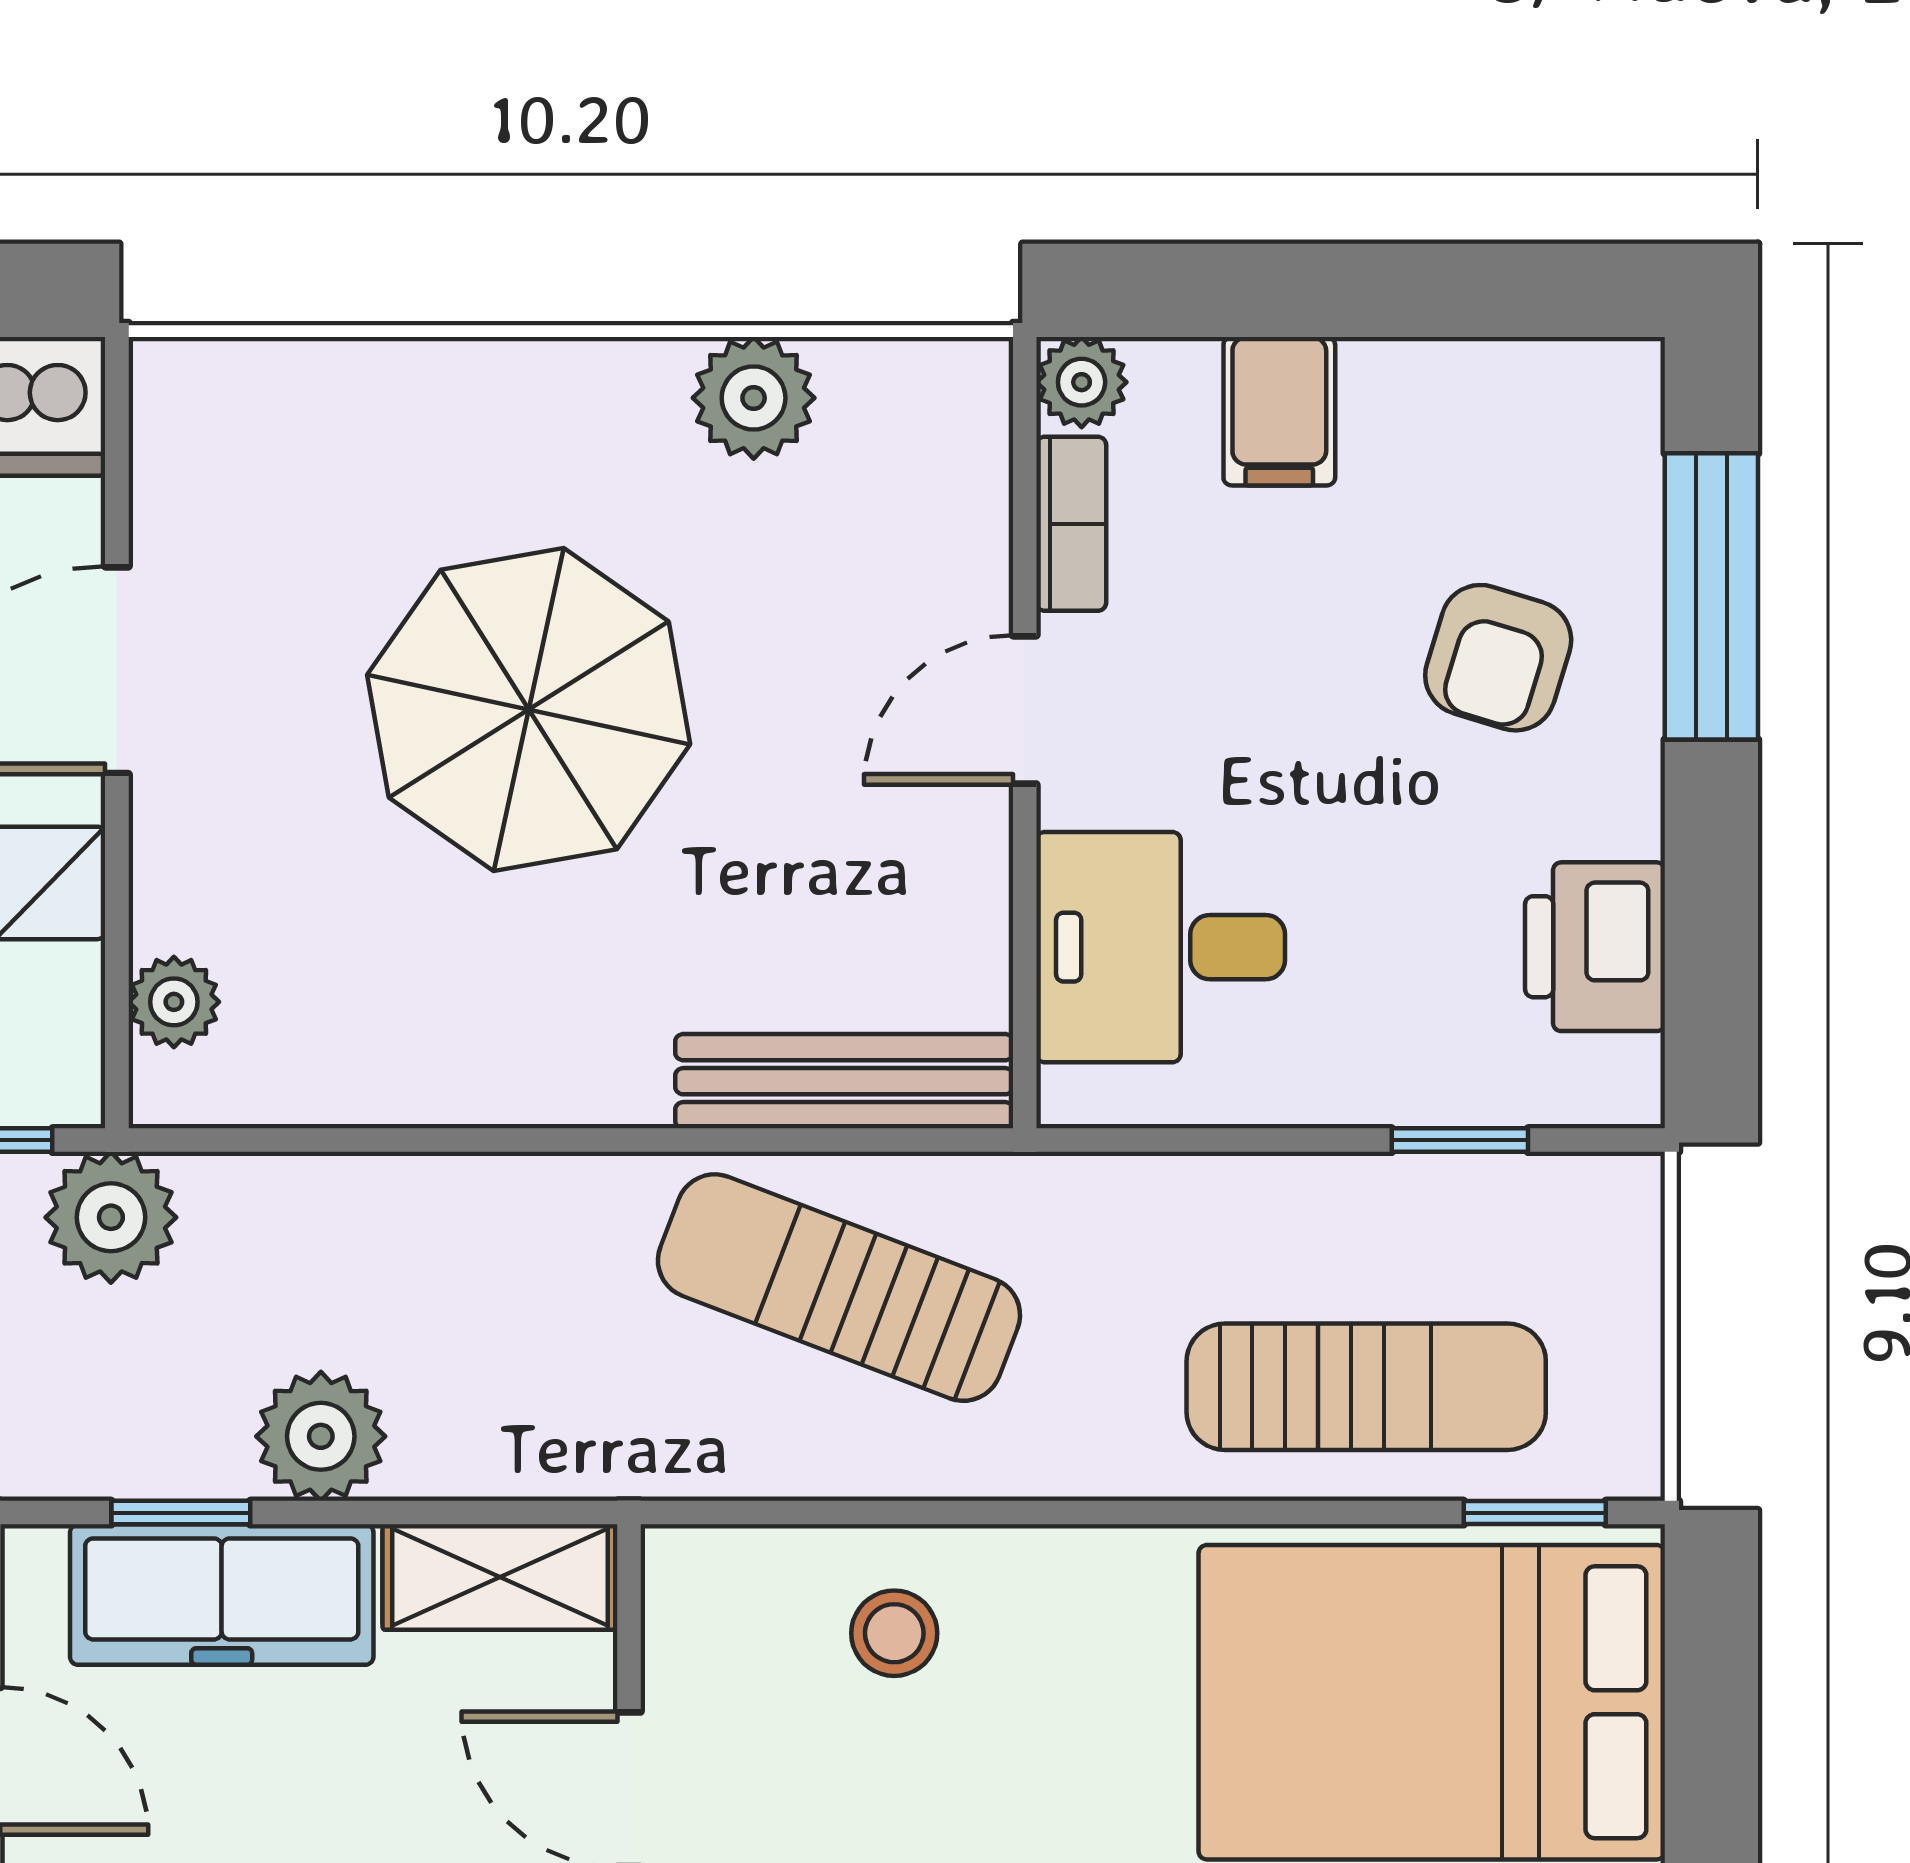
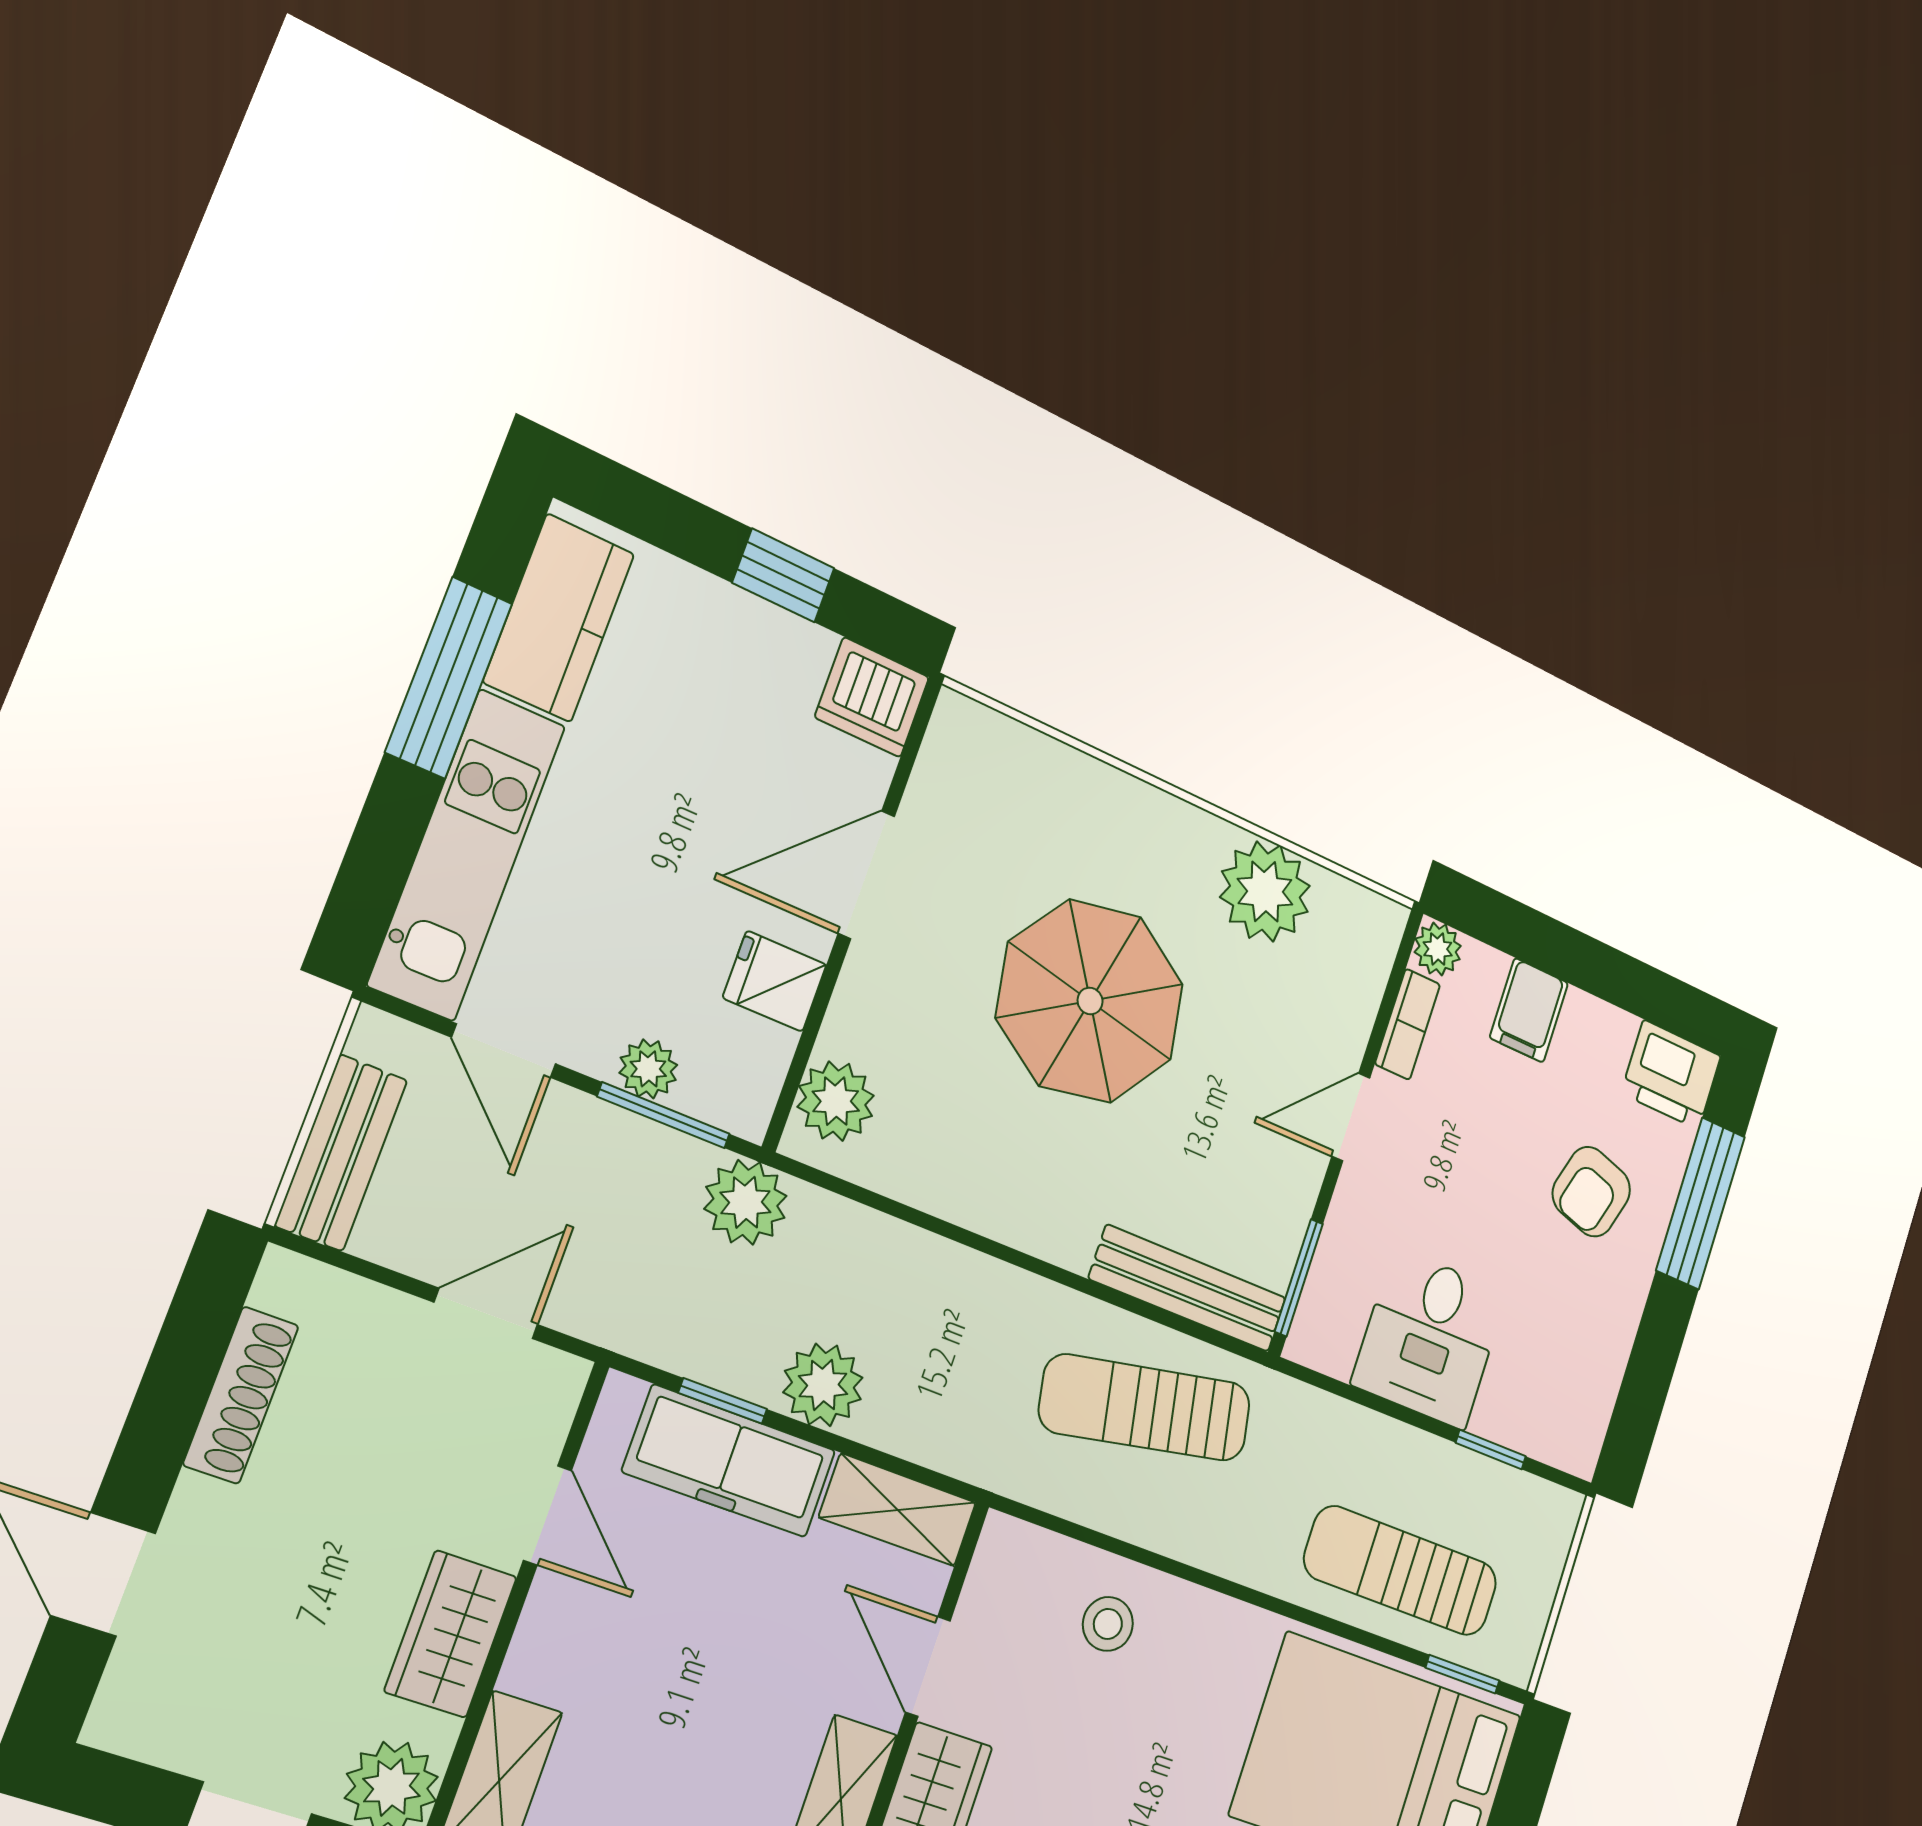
plant: (754, 398) -> (1265, 892), width x1.36, depth x1.36
desk: (1161, 947) -> (1429, 1338), moved, turned -90
printer: (1595, 947) -> (1671, 1075), moved, turned -90
window: (1025, 994) -> (1299, 1278), added
plant: (174, 1002) -> (836, 1101), width x1.38, depth x1.38
sun lounger: (839, 1288) -> (1145, 1408), turned -32
sun lounger: (1366, 1387) -> (1401, 1571), turned 180

